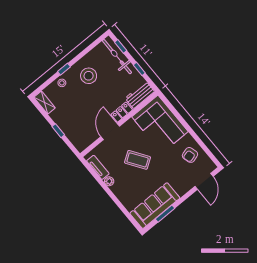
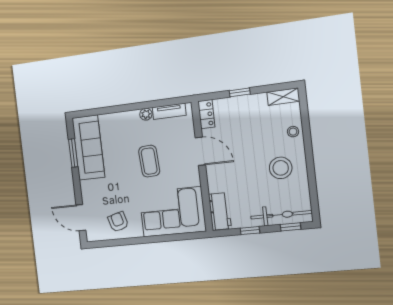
window: (64, 69) -> (308, 144), removed
locker: (122, 112) -> (206, 114), moved
coffee table: (138, 160) -> (149, 161), turned -59

